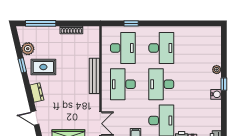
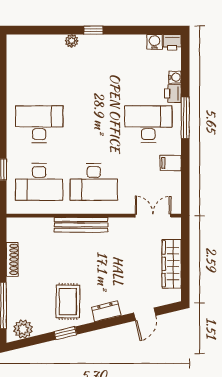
desk: (123, 48) -> (39, 182), turned 180
plant: (28, 49) -> (23, 329), moved
desk: (161, 84) -> (94, 124), removed
water cooler: (216, 94) -> (154, 42), moved

